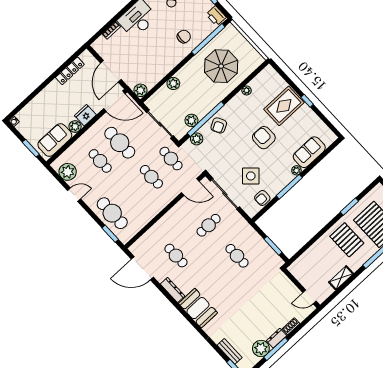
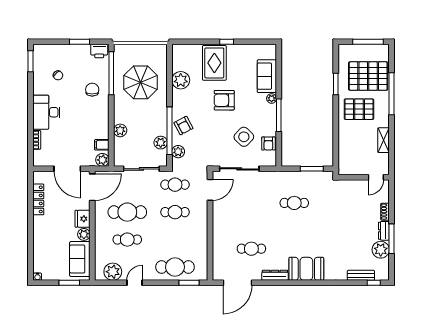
filing cabinet: (151, 80) -> (102, 145), added
plant: (247, 90) -> (181, 80), width x1.87, depth x1.87
cafe table: (209, 225) -> (251, 203), removed

